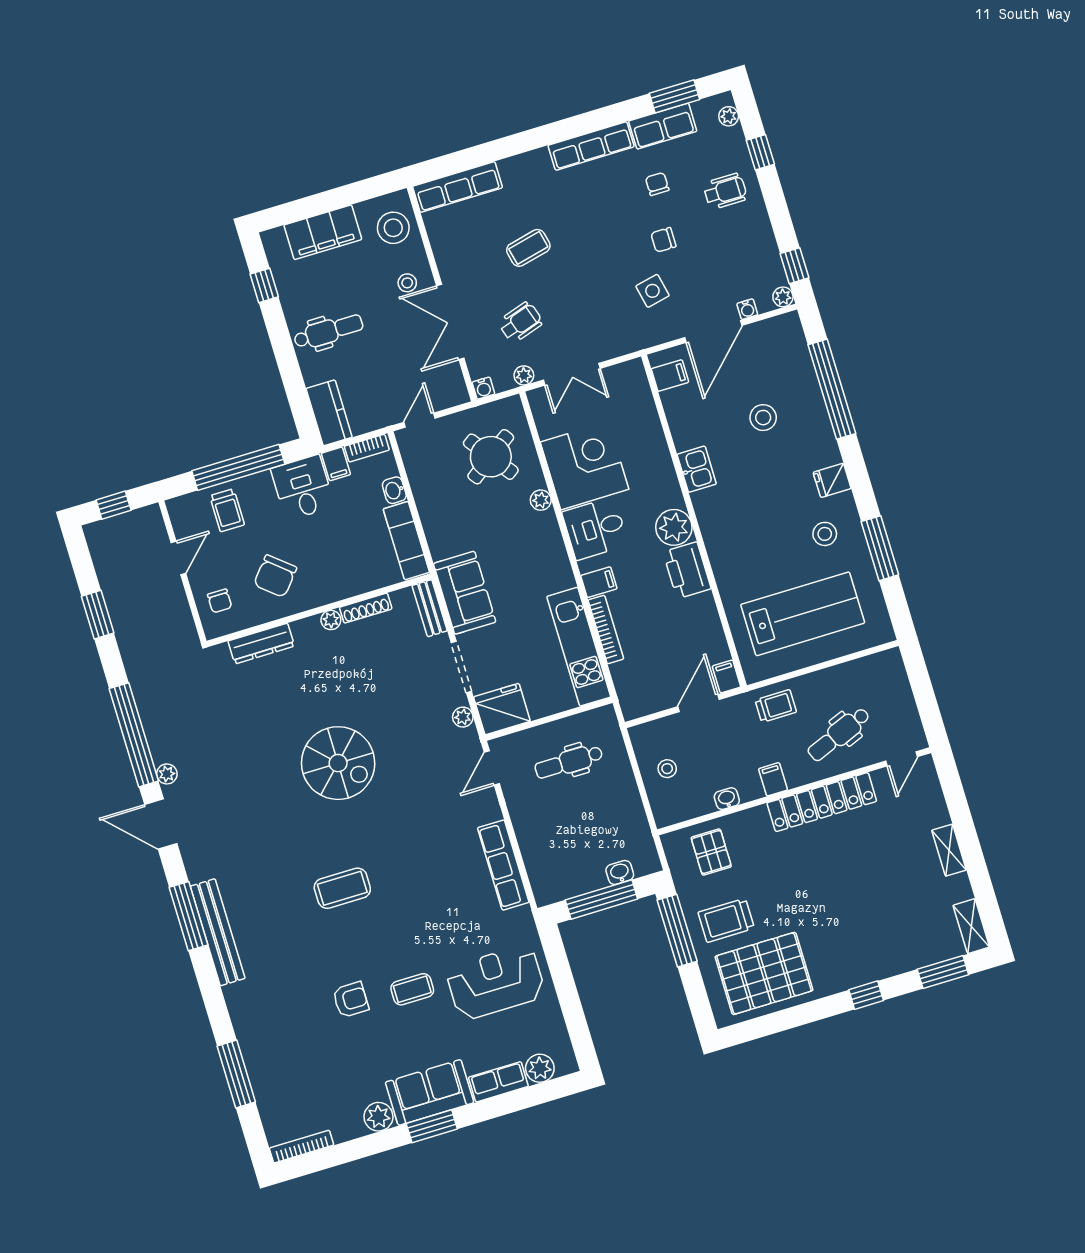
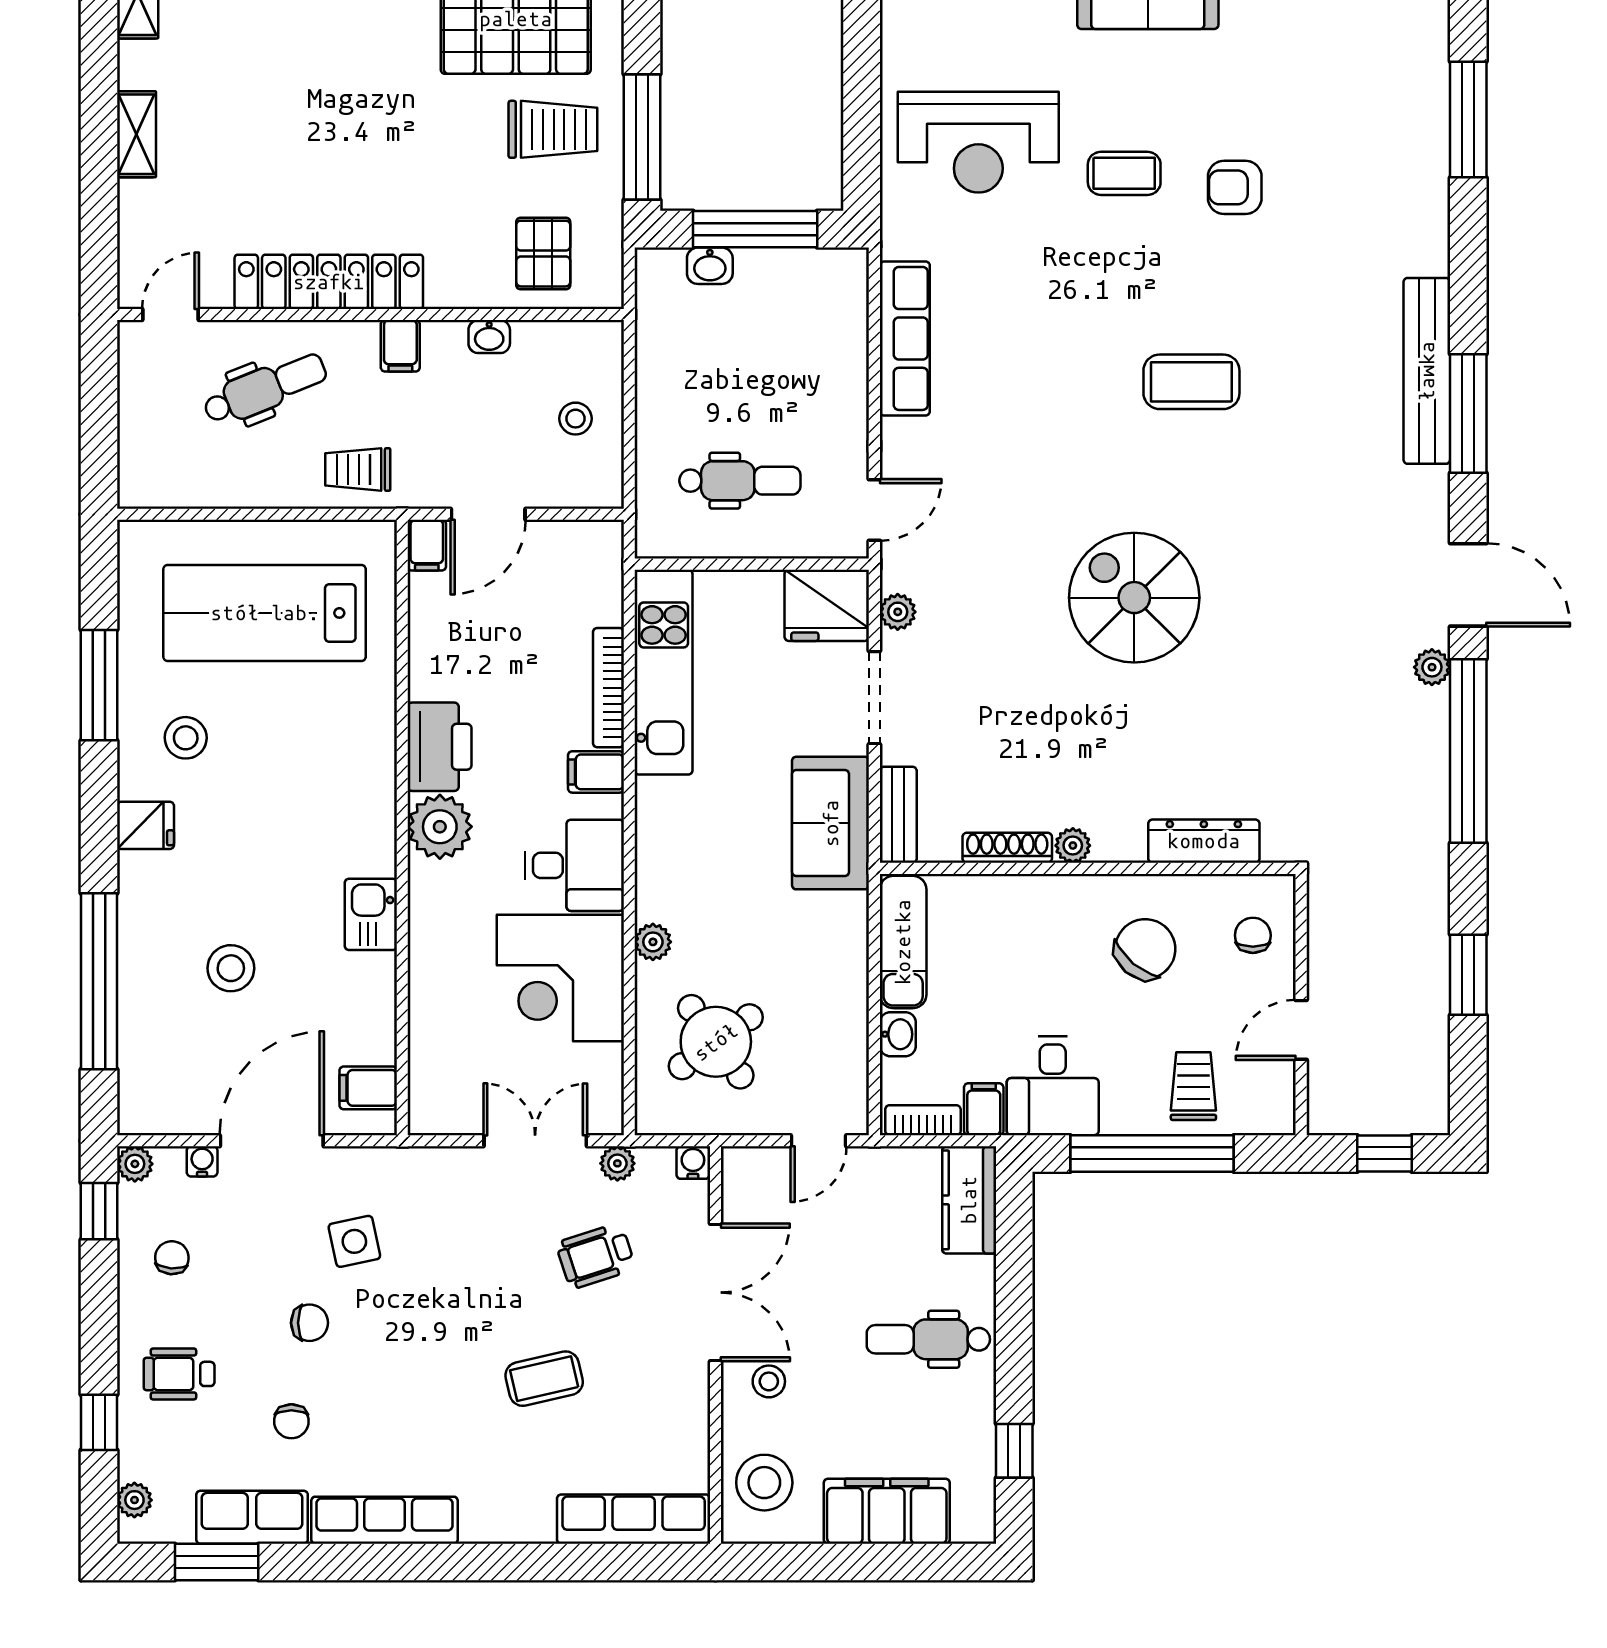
chair: (748, 253) -> (172, 1258), added

